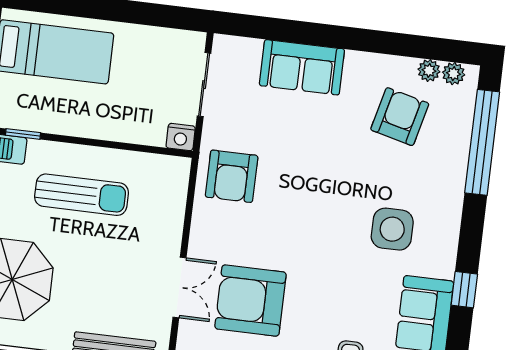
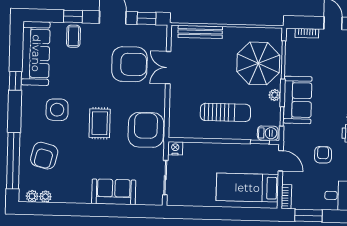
armchair: (400, 117) -> (44, 156), moved
armchair: (232, 176) -> (146, 130), width x1.36, depth x1.36
sun lounger: (82, 195) -> (225, 112), turned 180
rug: (316, 197) -> (100, 123), added

